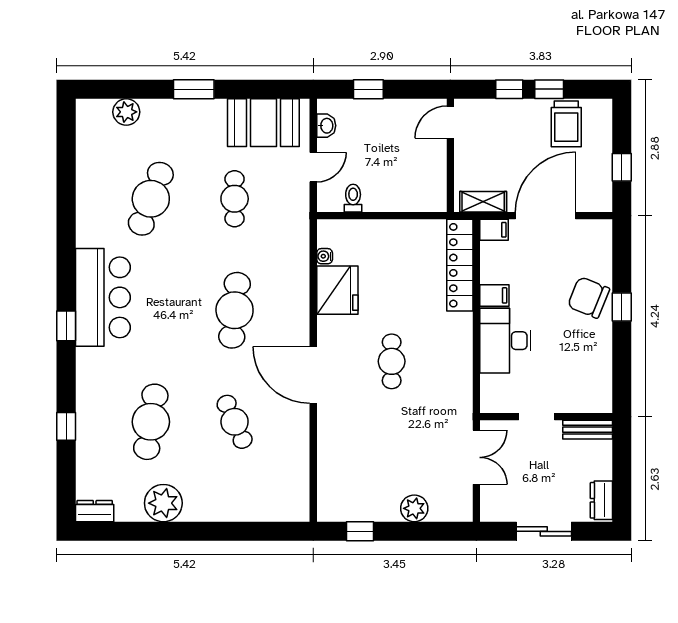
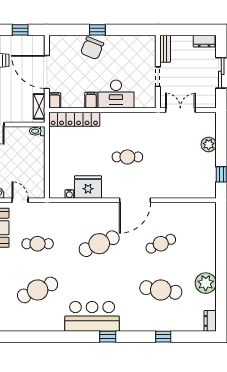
toilet: (353, 198) -> (37, 131), moved
cafe table: (151, 199) -> (38, 290), turned -45
cafe table: (235, 310) -> (99, 244), turned -30

